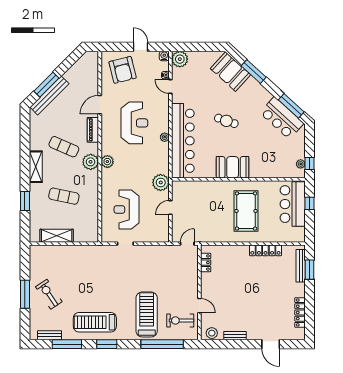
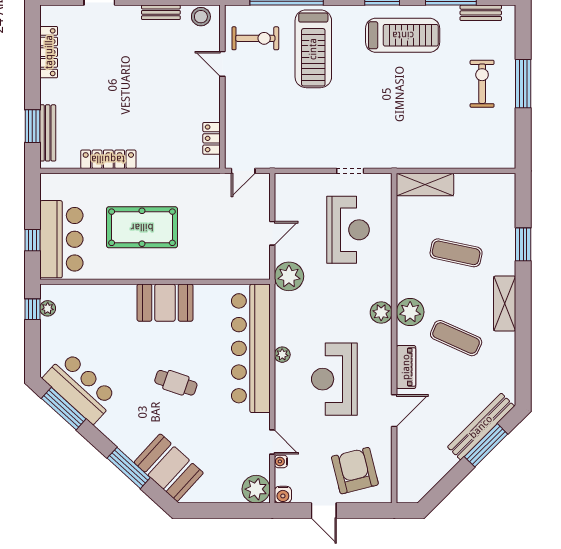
pool table: (246, 211) -> (142, 227), turned 90
shelving: (57, 236) -> (425, 185), moved
exercise bike: (49, 294) -> (482, 84), turned -146

